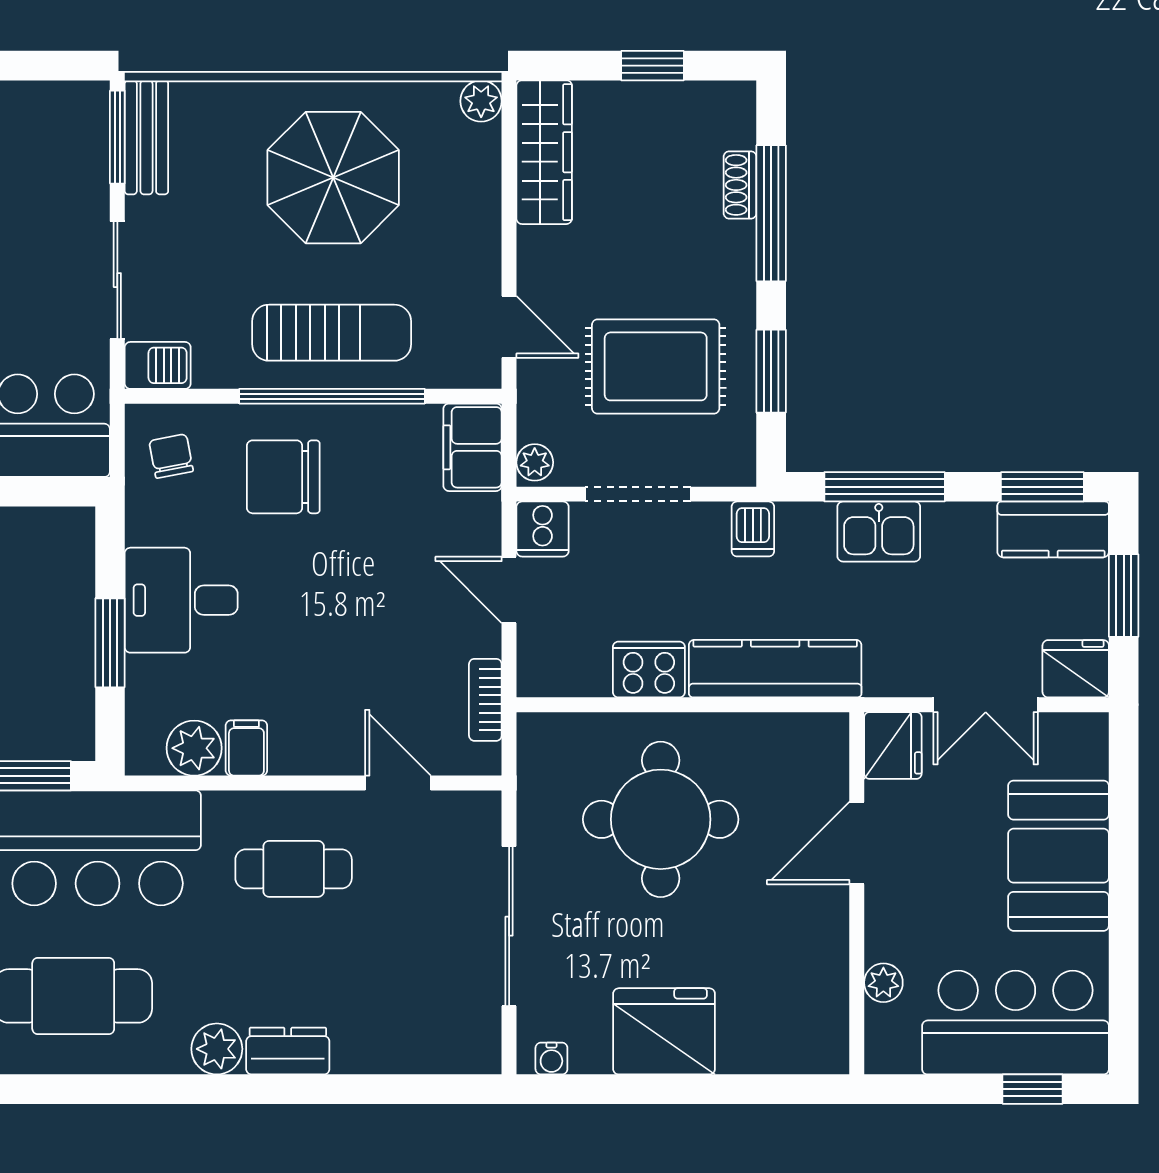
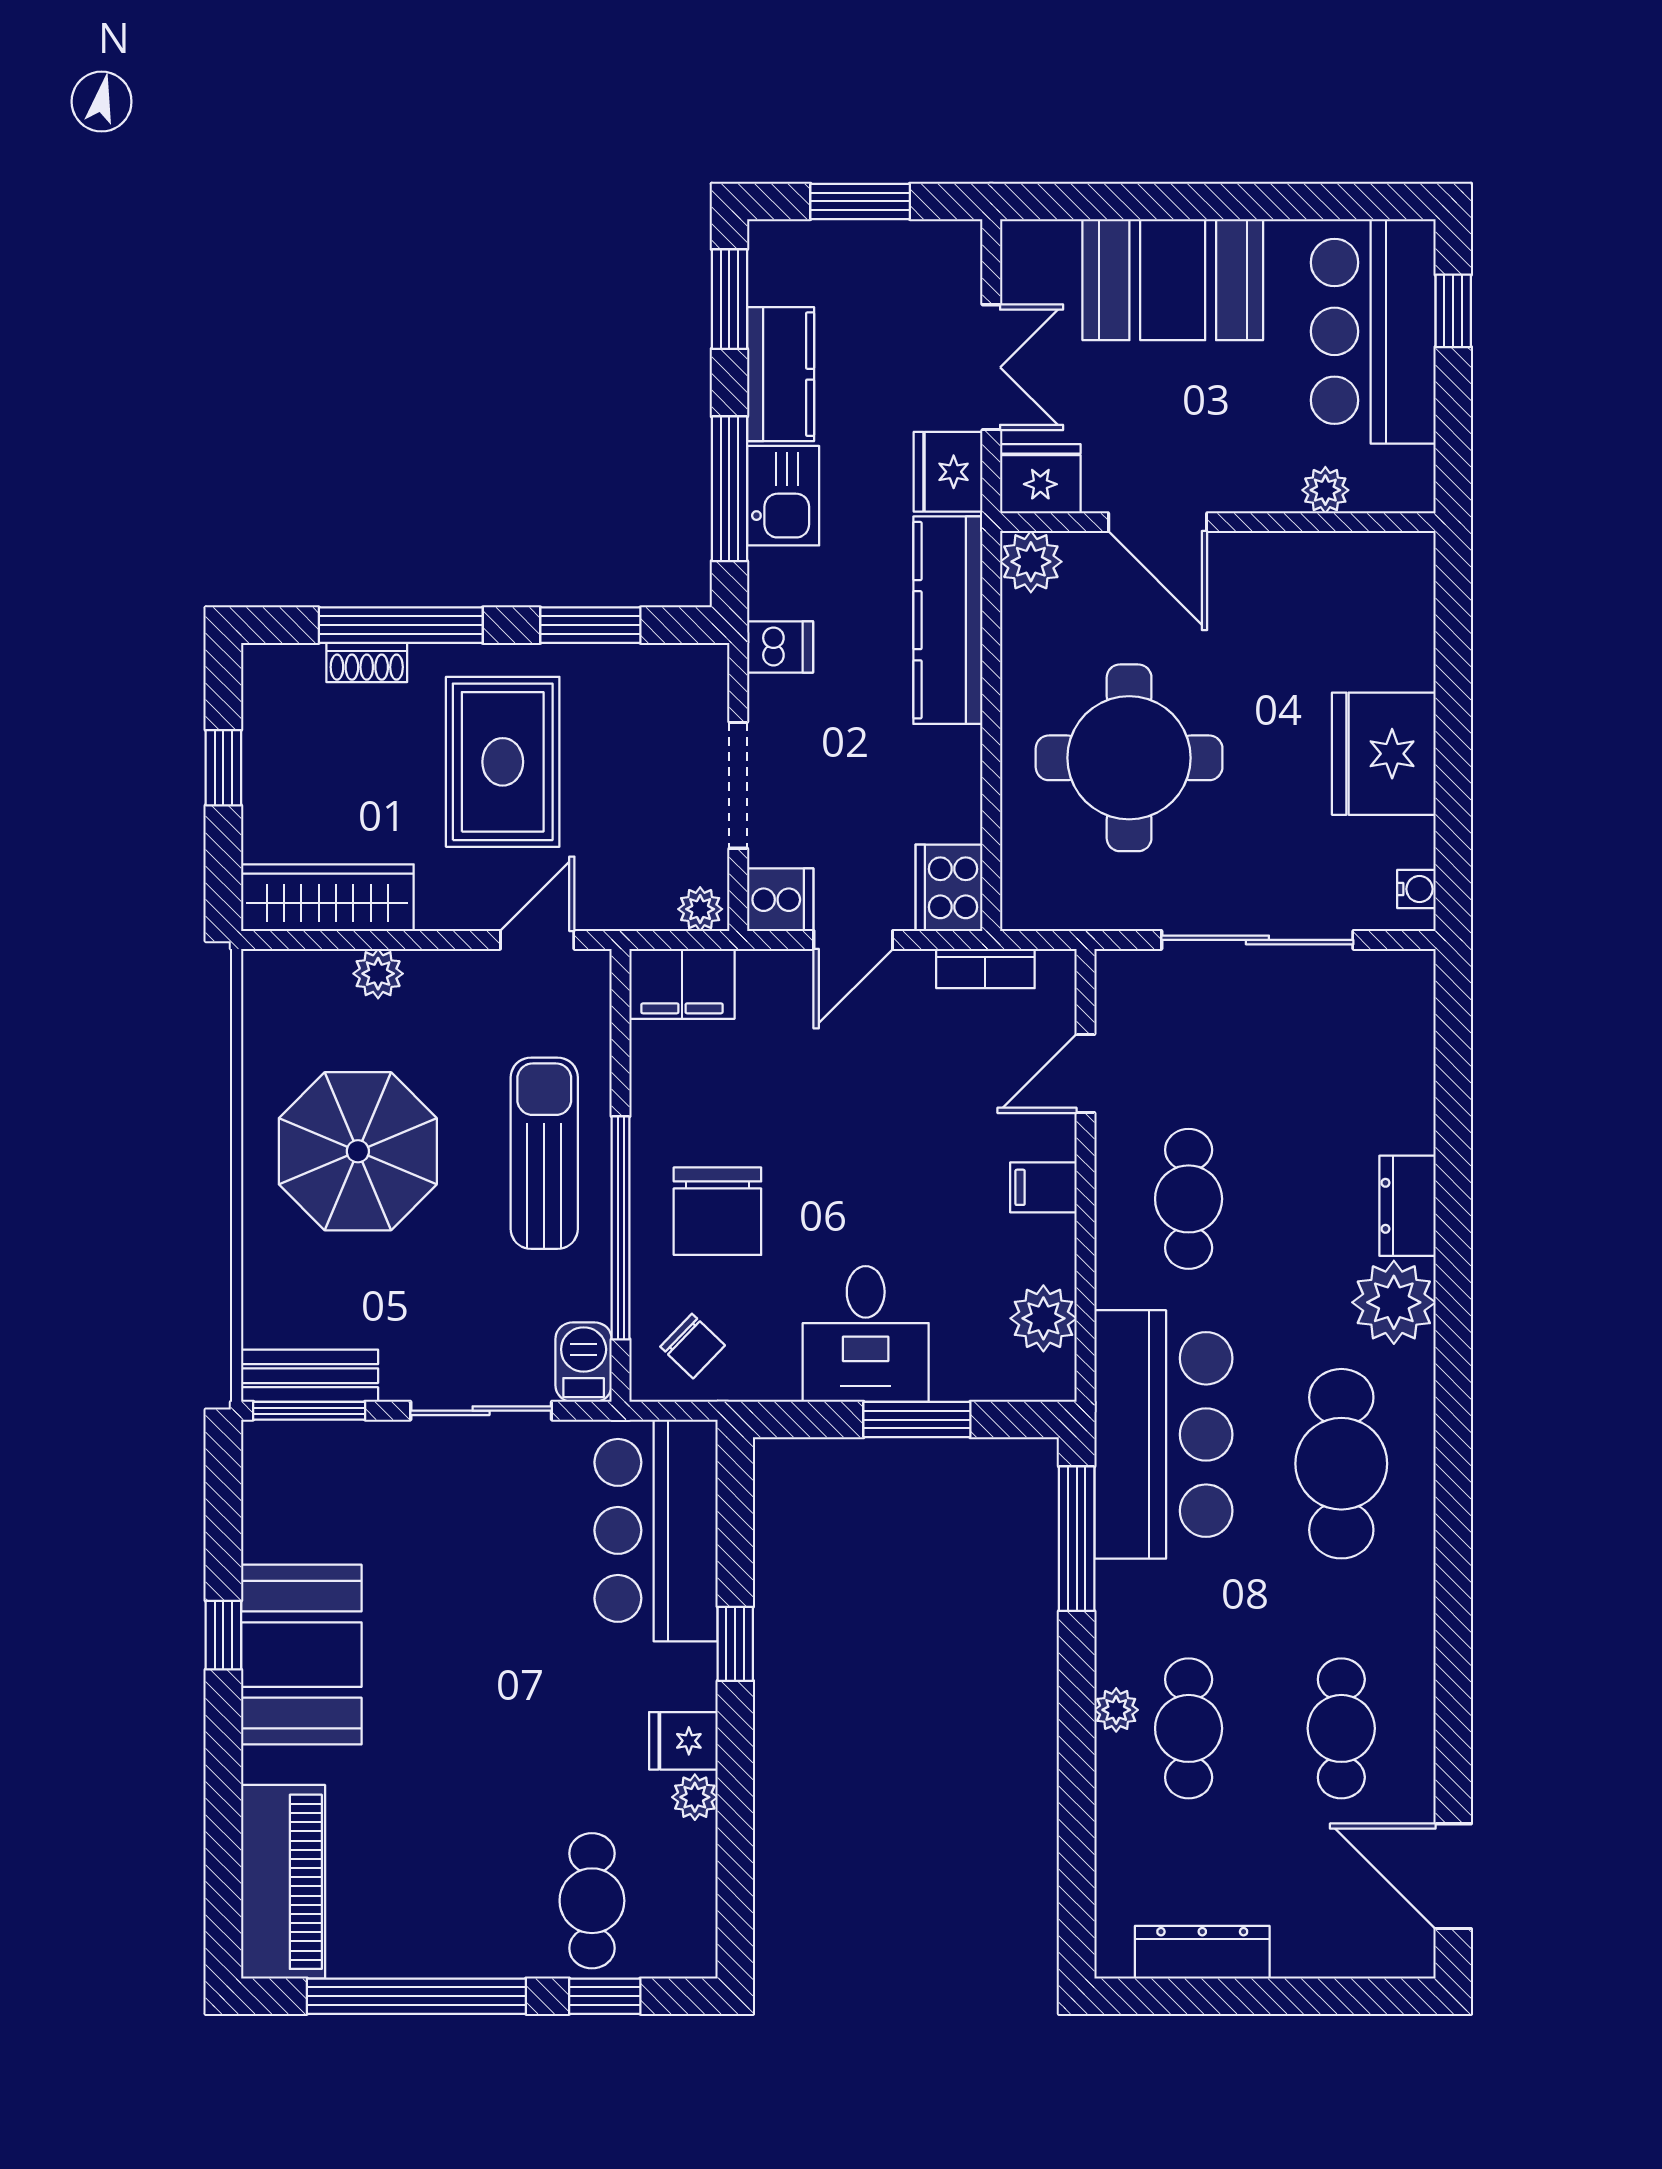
plant: (481, 101) -> (378, 974), moved
rug: (656, 366) -> (503, 762), moved
window: (332, 396) -> (621, 1228), moved
chair: (171, 456) -> (693, 1346), turned -125
kitchen counter: (1053, 529) -> (781, 374), moved
fridge: (1076, 669) -> (948, 472), moved
cooker: (649, 670) -> (949, 888), moved
plant: (824, 738) -> (1031, 562), added
filing cabinet: (246, 748) -> (1043, 1187), moved
plant: (217, 1049) -> (1394, 1302), width x1.36, depth x1.36

